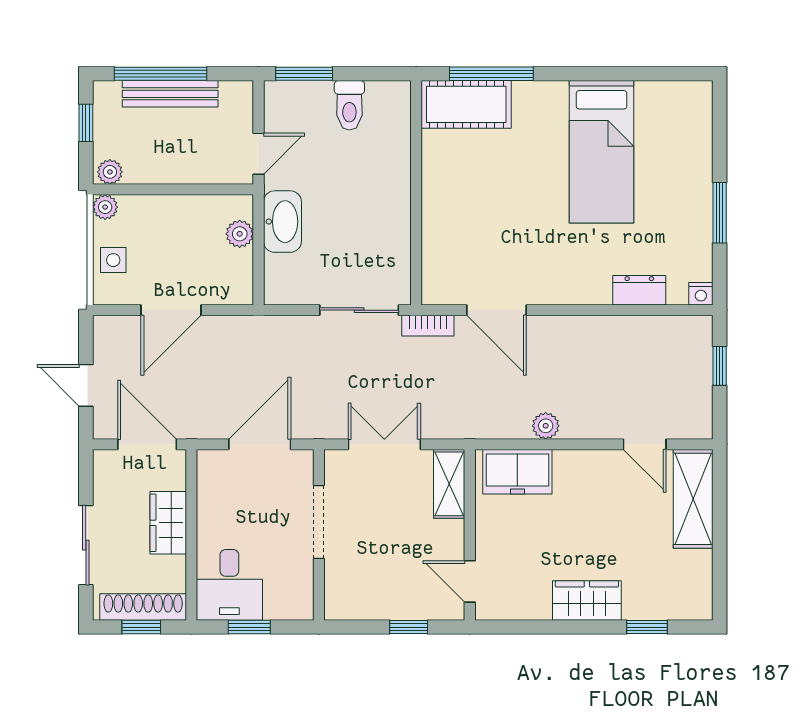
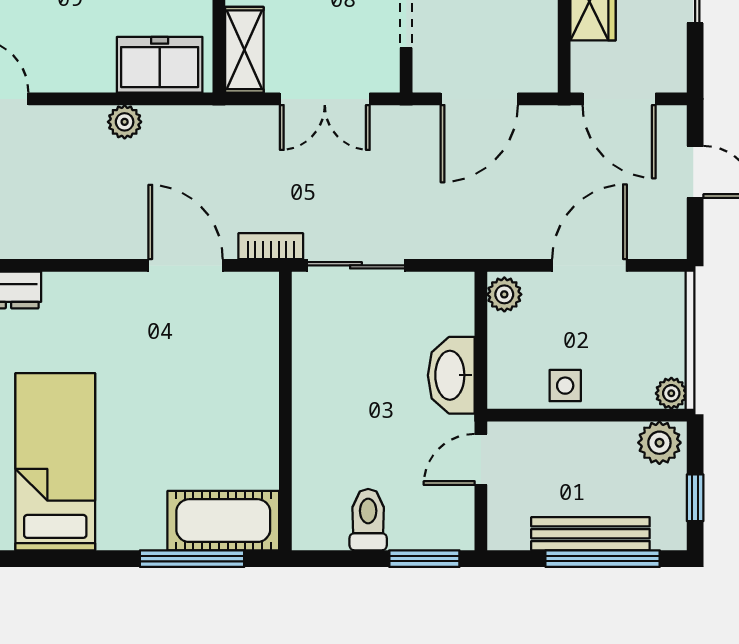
plant: (110, 172) -> (659, 443), width x1.38, depth x1.38
plant: (240, 234) -> (504, 294), moved
side table: (113, 260) -> (565, 386), moved

